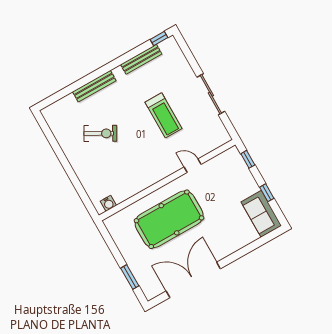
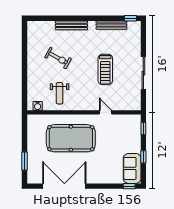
weight bench: (126, 174) -> (59, 93), added
window: (270, 237) -> (129, 186), added

